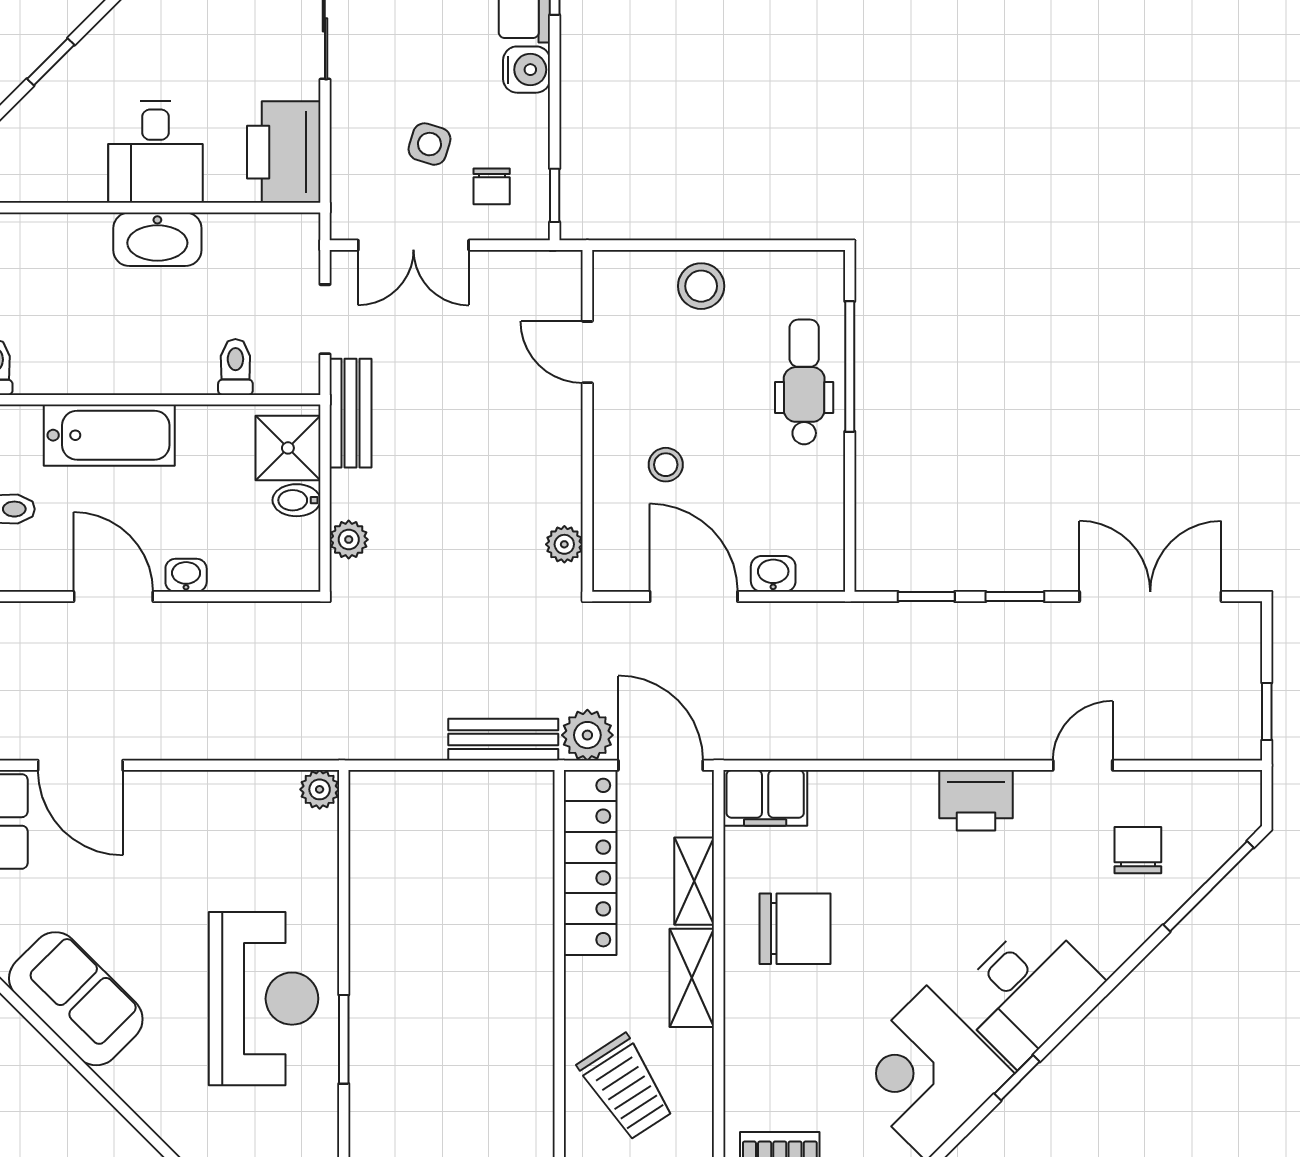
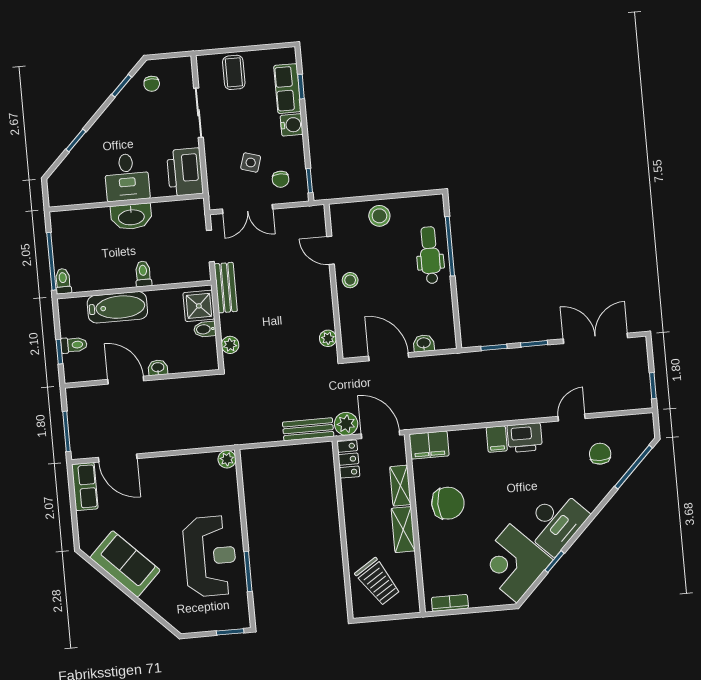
toilet: (235, 367) -> (143, 274), moved
stool: (666, 465) -> (350, 280), moved
filing cabinet: (914, 798) -> (497, 439), added
locker: (590, 863) -> (348, 459), width x0.46, depth x0.83

